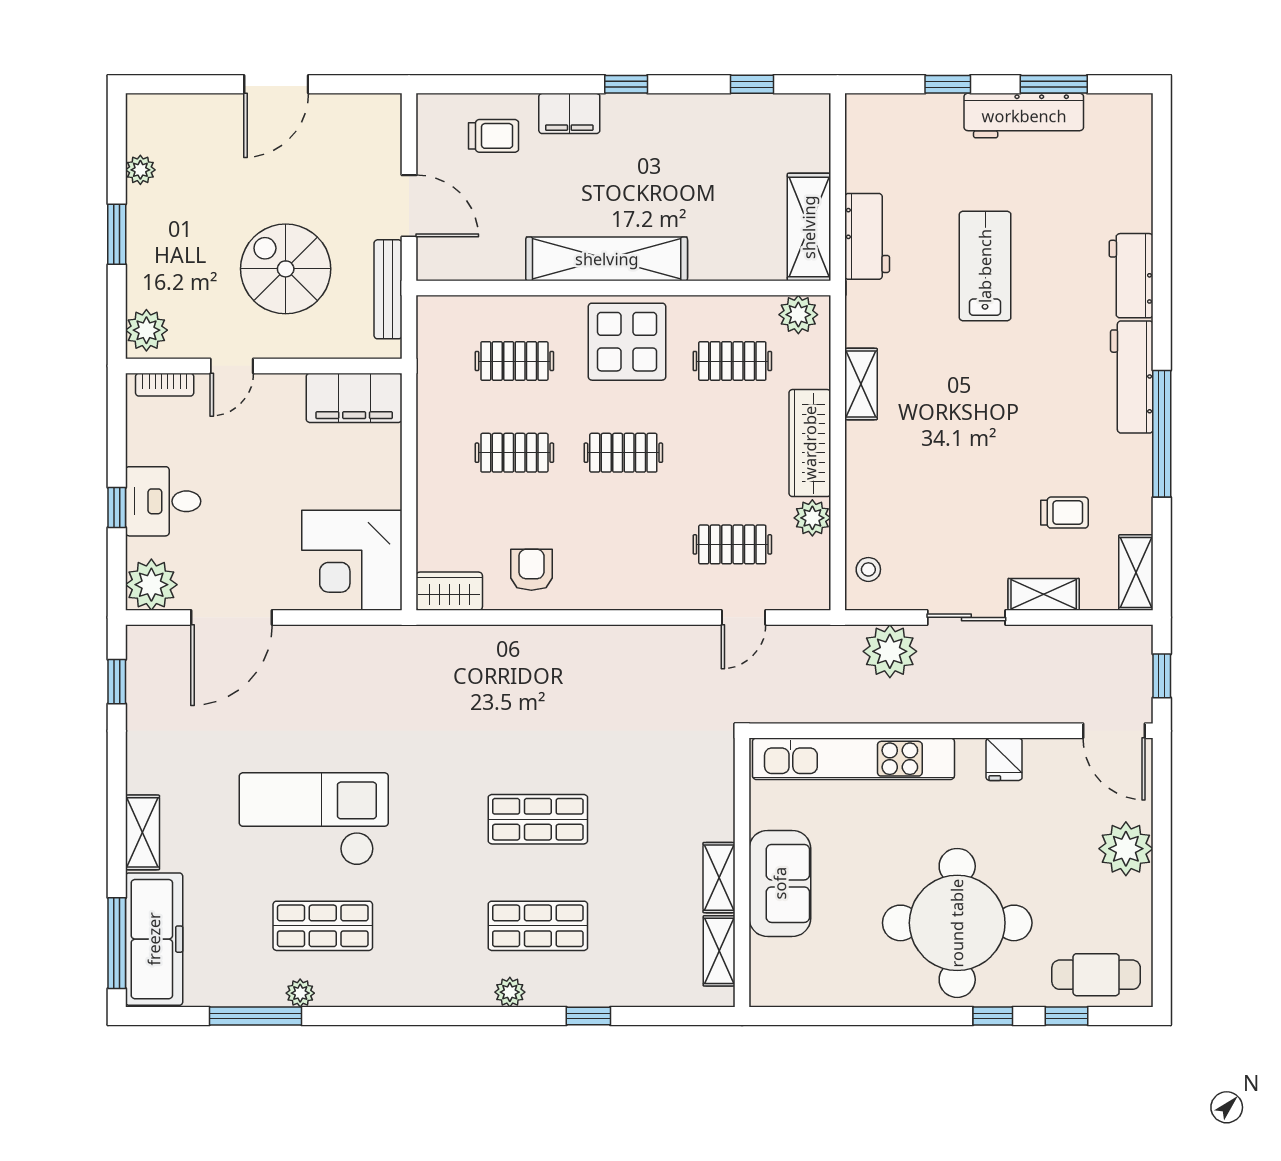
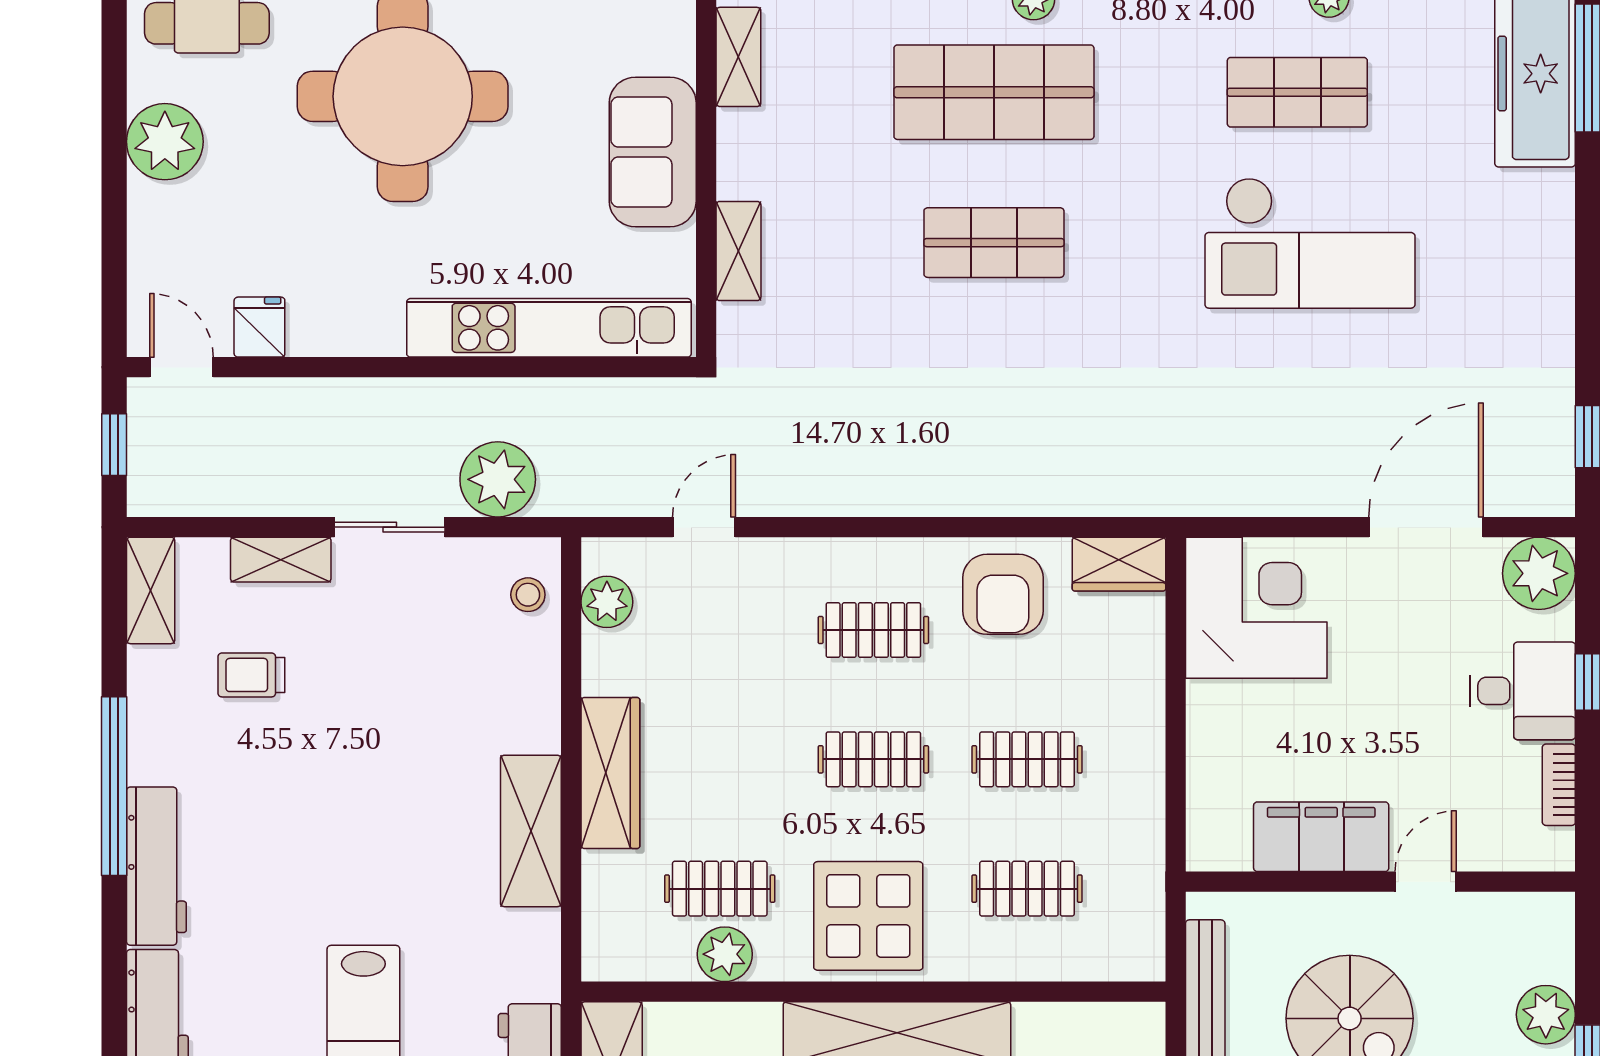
plant: (798, 315) -> (725, 954), moved
plant: (146, 330) -> (1546, 1015), moved
shelving: (861, 384) -> (531, 831), width x1.50, depth x1.33
bookcase: (165, 385) -> (1559, 785), moved, turned -90
filing cabinet: (354, 398) -> (1321, 837), moved
plant: (812, 518) -> (607, 602), moved
clothes rail: (732, 544) -> (873, 630), moved
armchair: (531, 570) -> (1003, 594), width x1.38, depth x1.38
door: (1114, 731) -> (182, 367), width x0.73
fridge: (1004, 759) -> (259, 327), moved
shelving: (142, 832) -> (1551, 224), removed
plant: (1126, 849) -> (165, 142), moved
shelving: (719, 878) -> (738, 251), moved
shop shelf: (538, 926) -> (994, 92), width x1.43, depth x1.36

